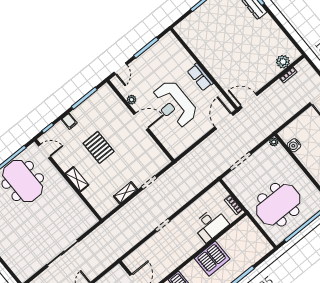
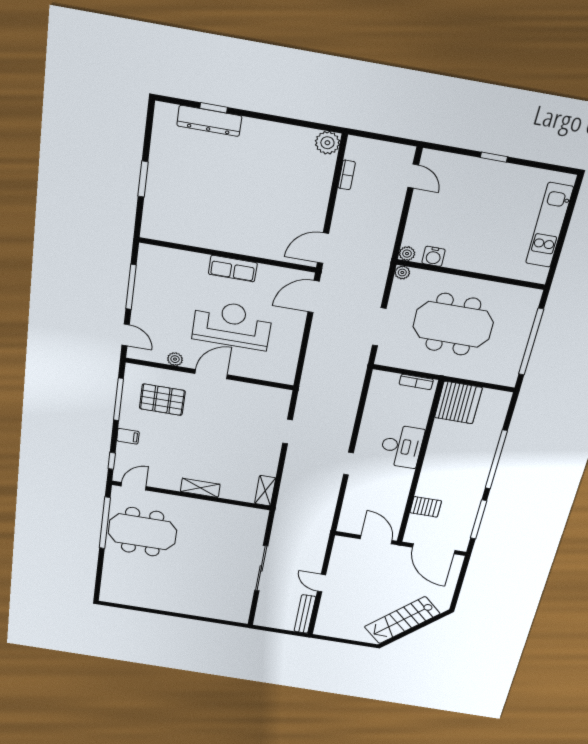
plant: (283, 62) -> (327, 143), moved
reception desk: (174, 104) -> (232, 325), turned 180
door: (224, 121) -> (314, 297), hinge flipped
plant: (283, 134) -> (407, 254), added
pallet: (99, 147) -> (162, 400), moved
shelving: (125, 193) -> (265, 491), moved
meeting table: (278, 205) -> (453, 324), moved, turned 90
desk: (211, 225) -> (402, 446), moved
server rack: (212, 259) -> (458, 403), moved

